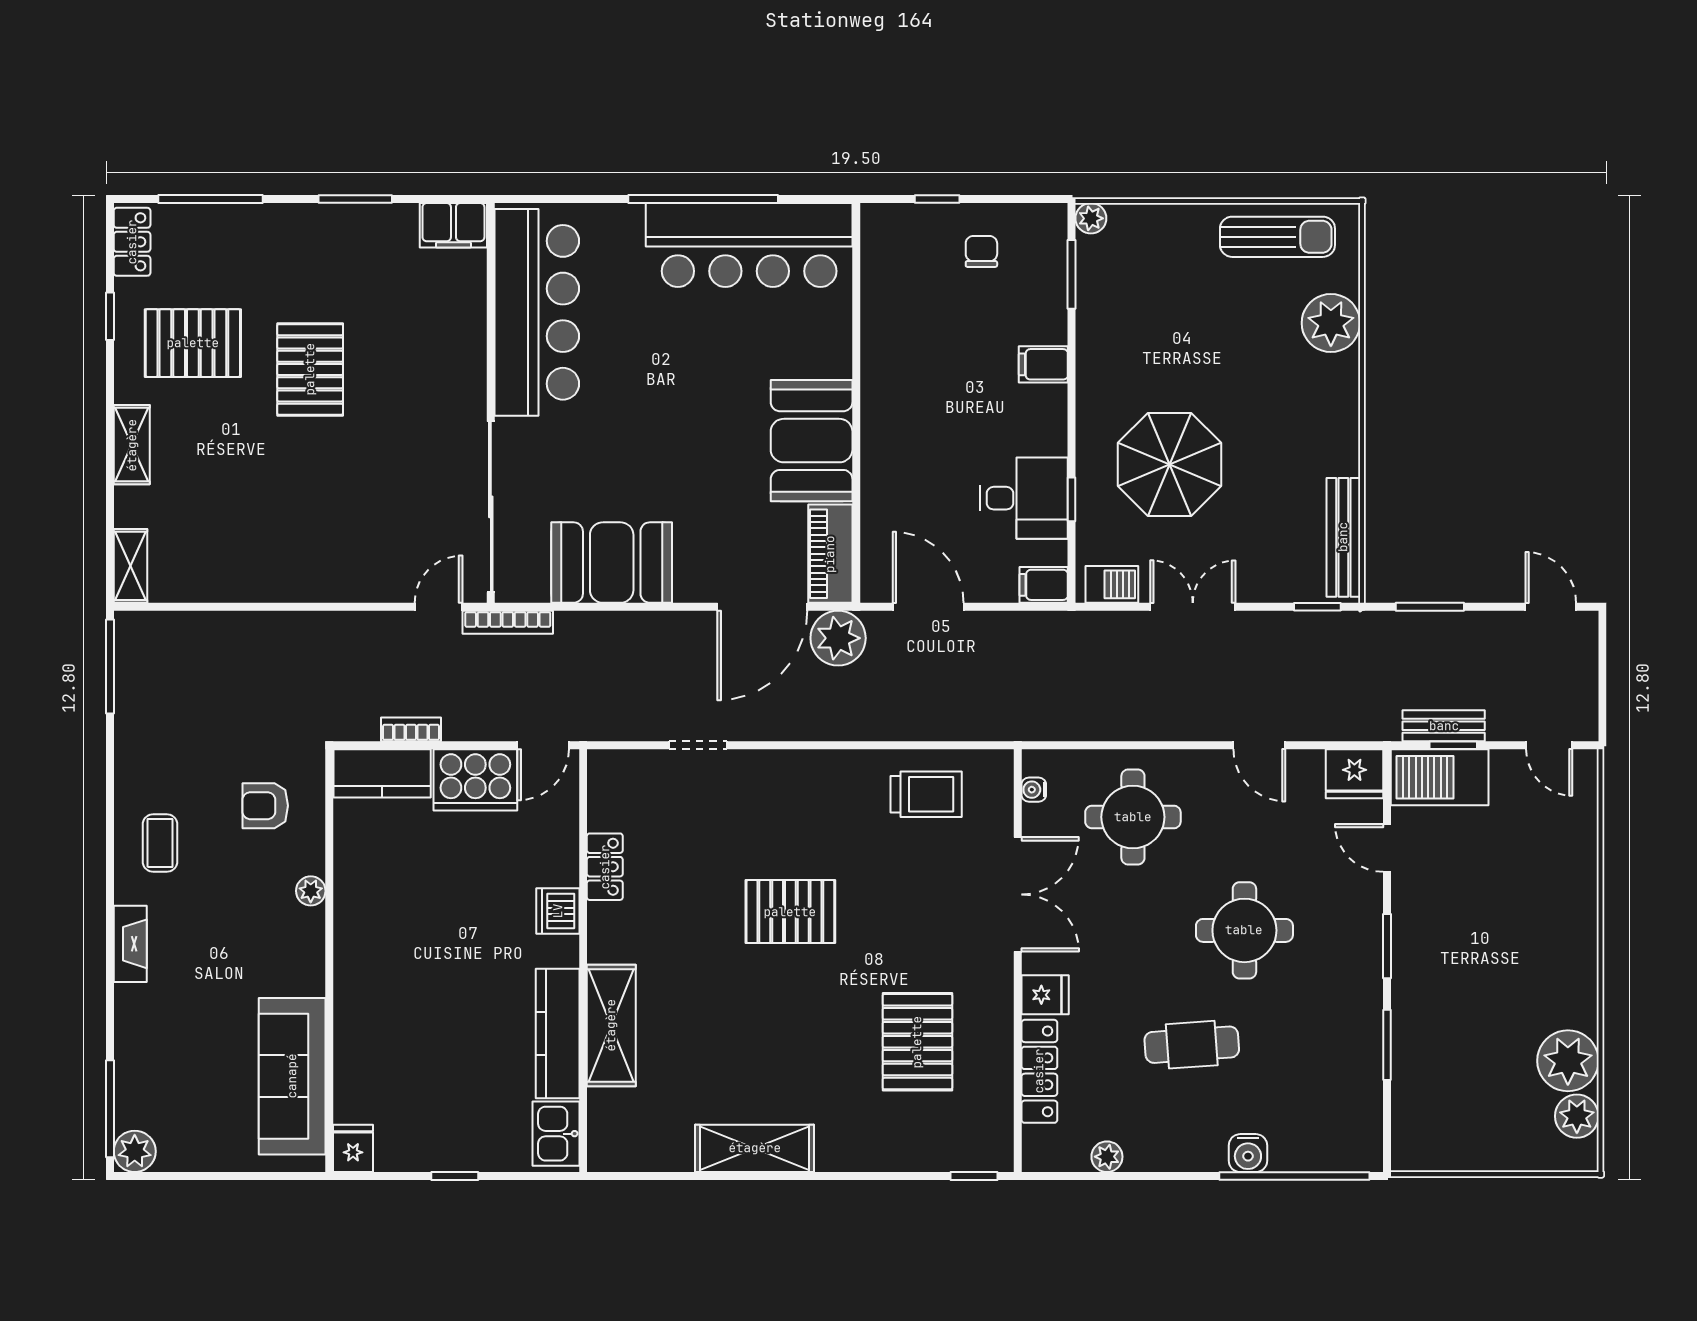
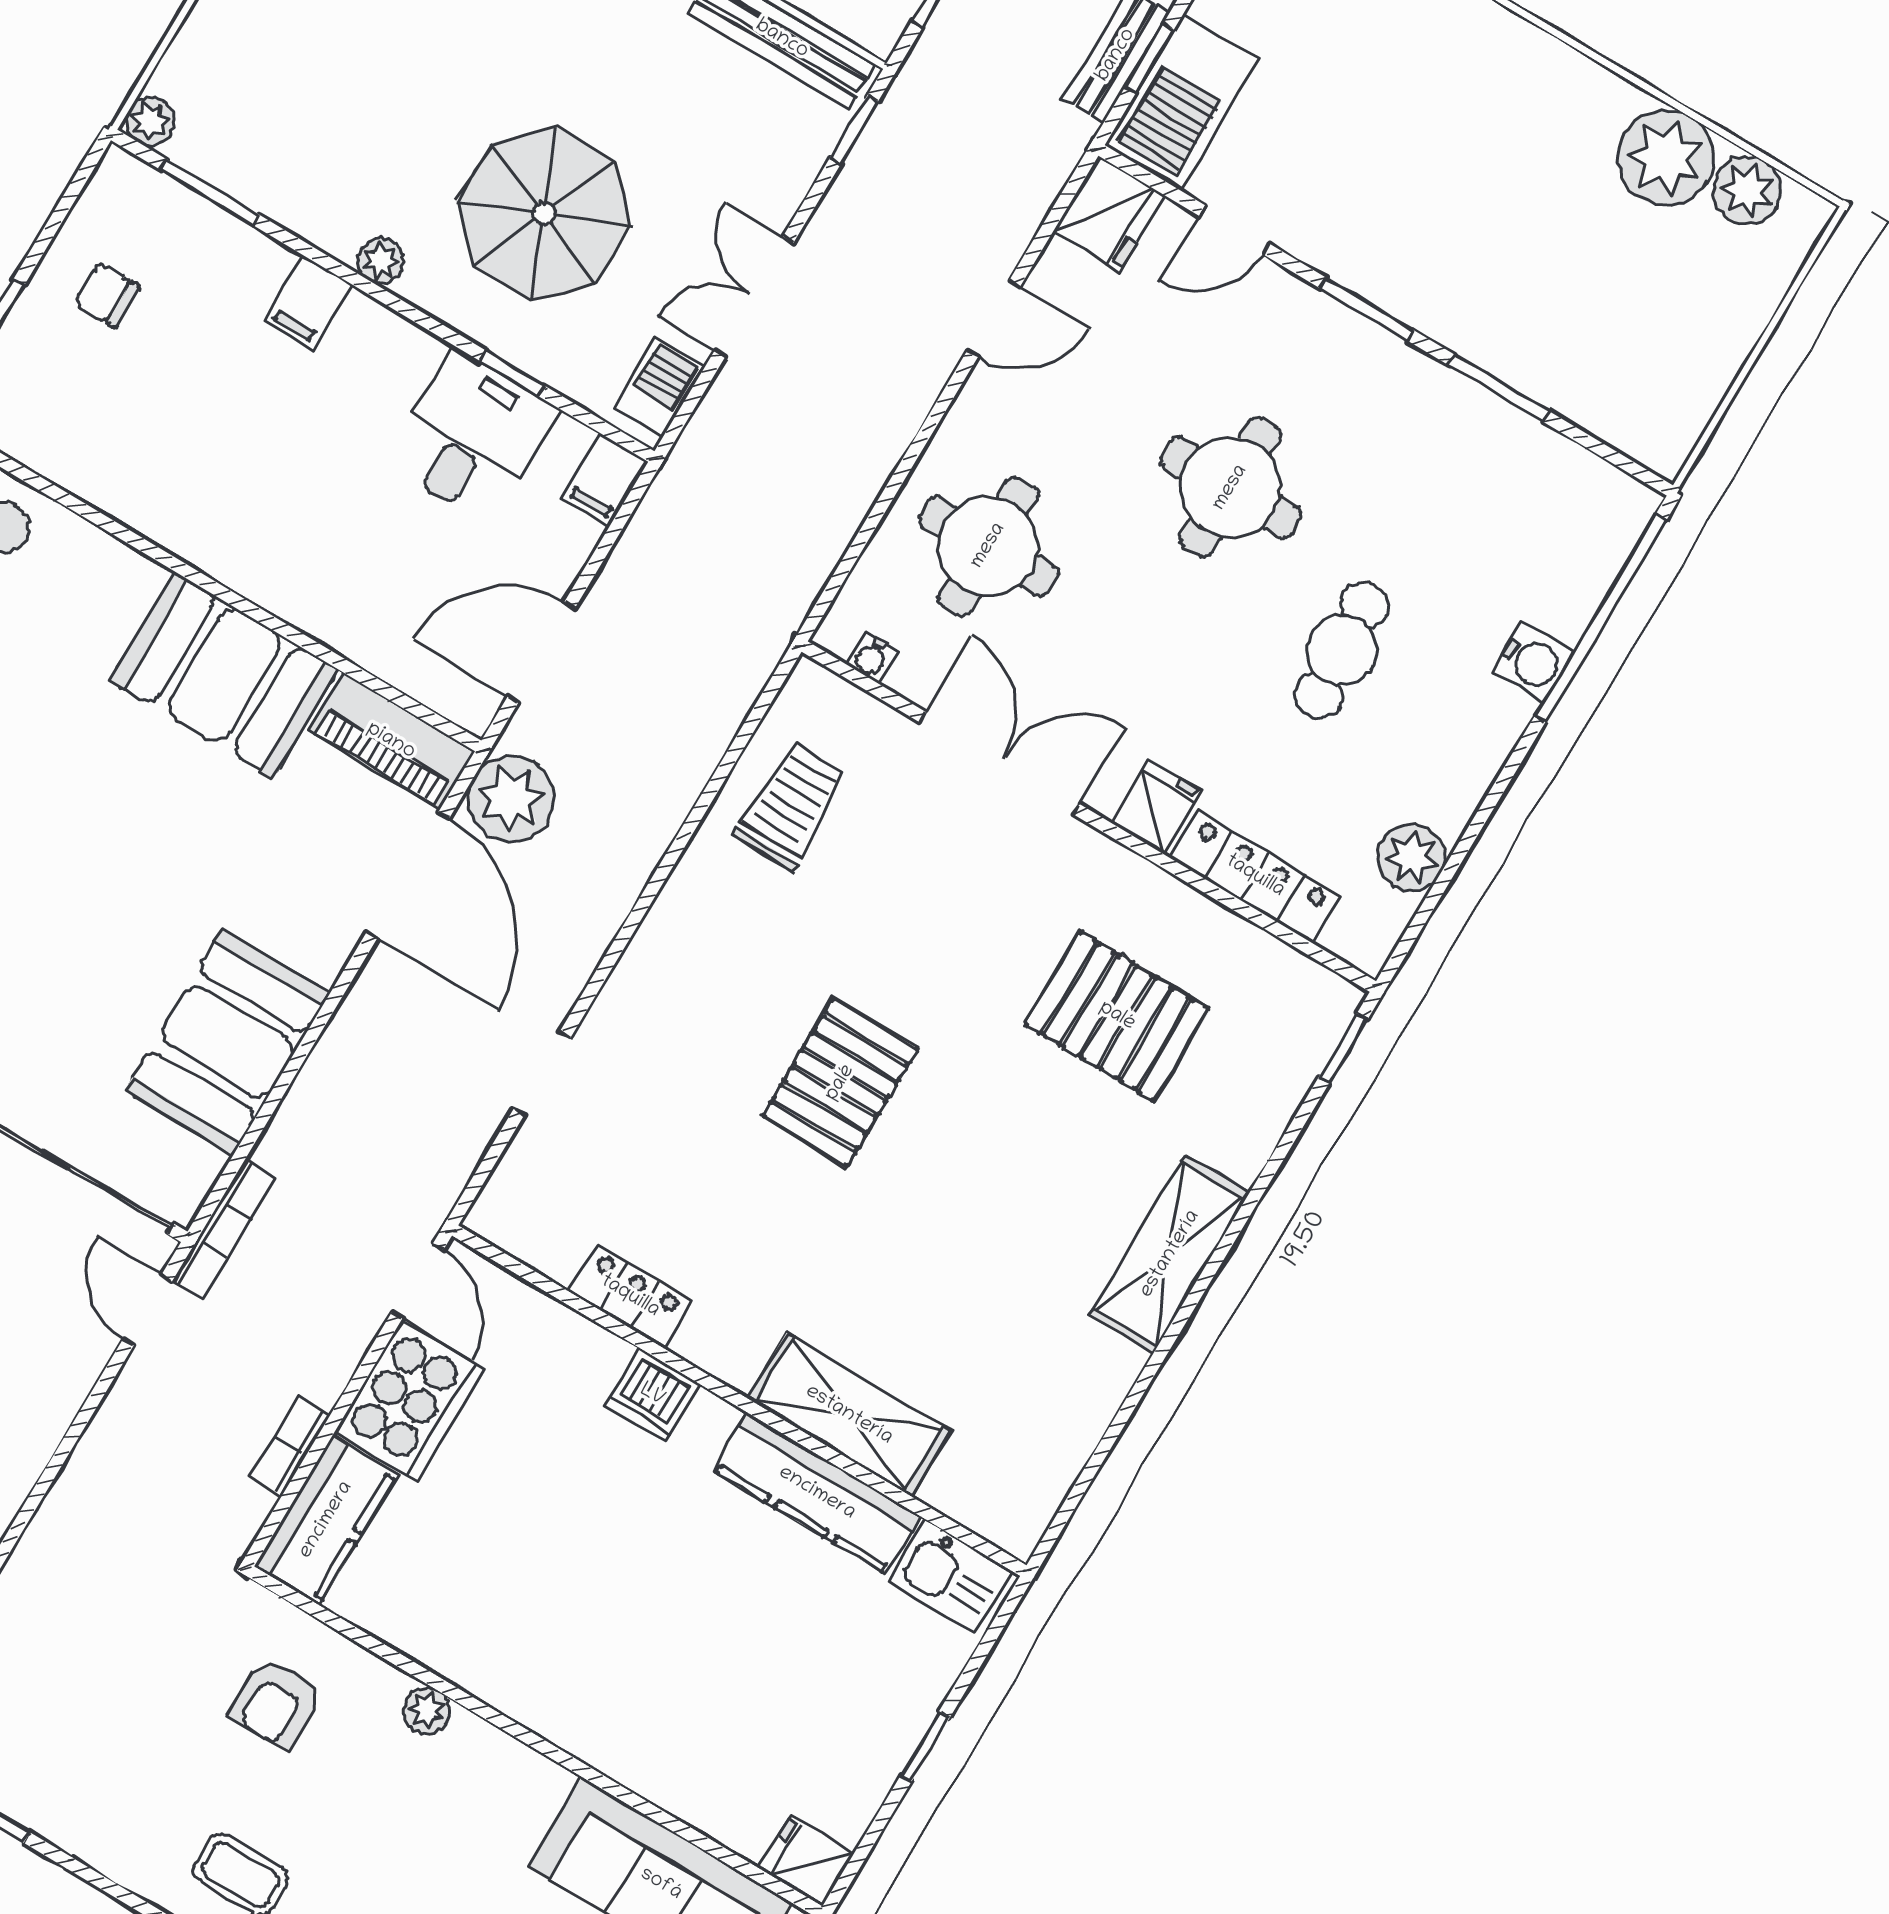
plant: (1090, 390) -> (380, 261), added
shelving: (755, 1148) -> (1170, 1254), moved
plant: (1107, 1157) -> (1412, 857), width x1.38, depth x1.38

